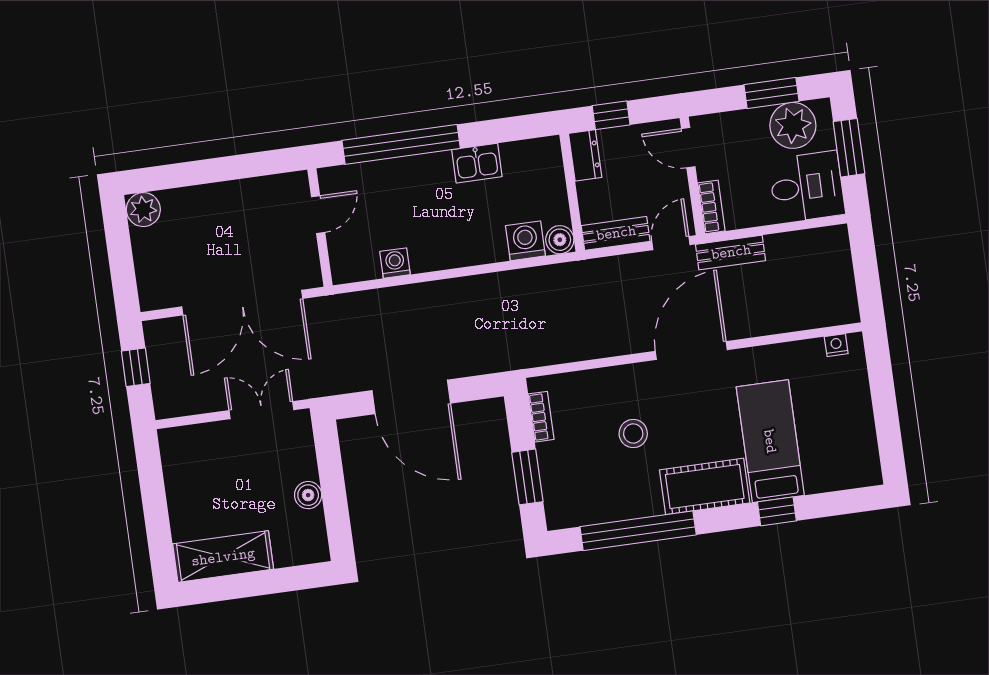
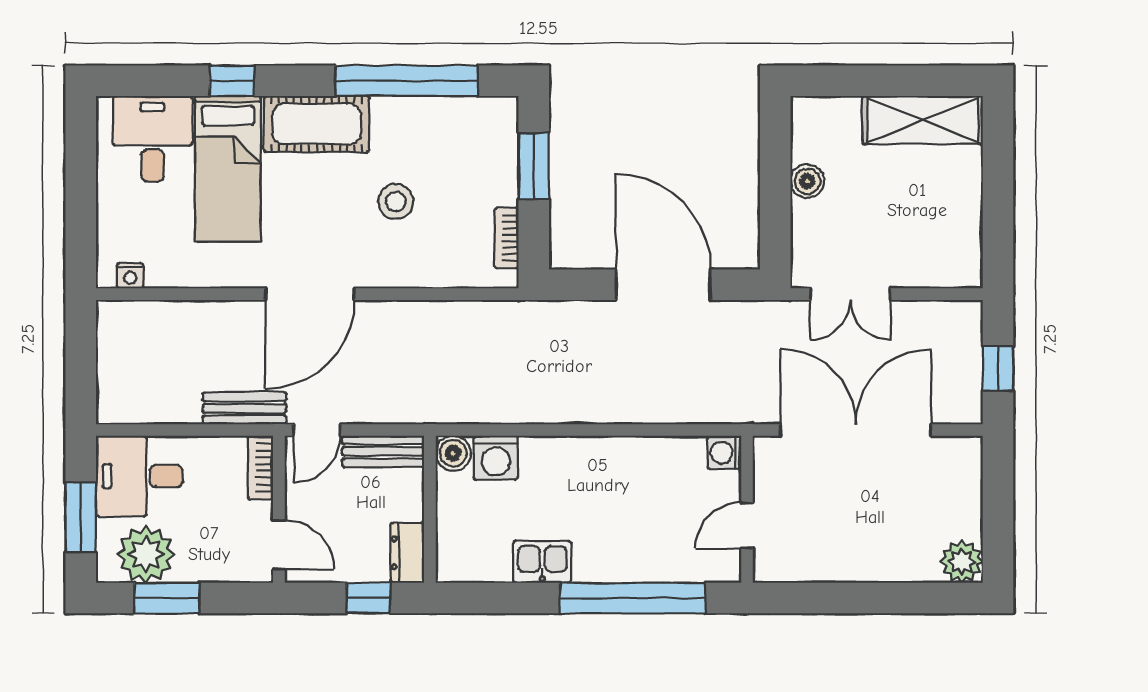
washing machine: (395, 263) -> (724, 453), moved, turned 90
desk: (834, 457) -> (152, 139), added

